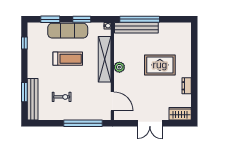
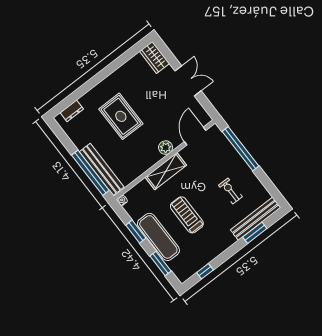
shelving: (105, 59) -> (166, 171), width x0.68
plant: (119, 67) -> (166, 148), moved
dresser: (187, 86) -> (72, 111), moved

